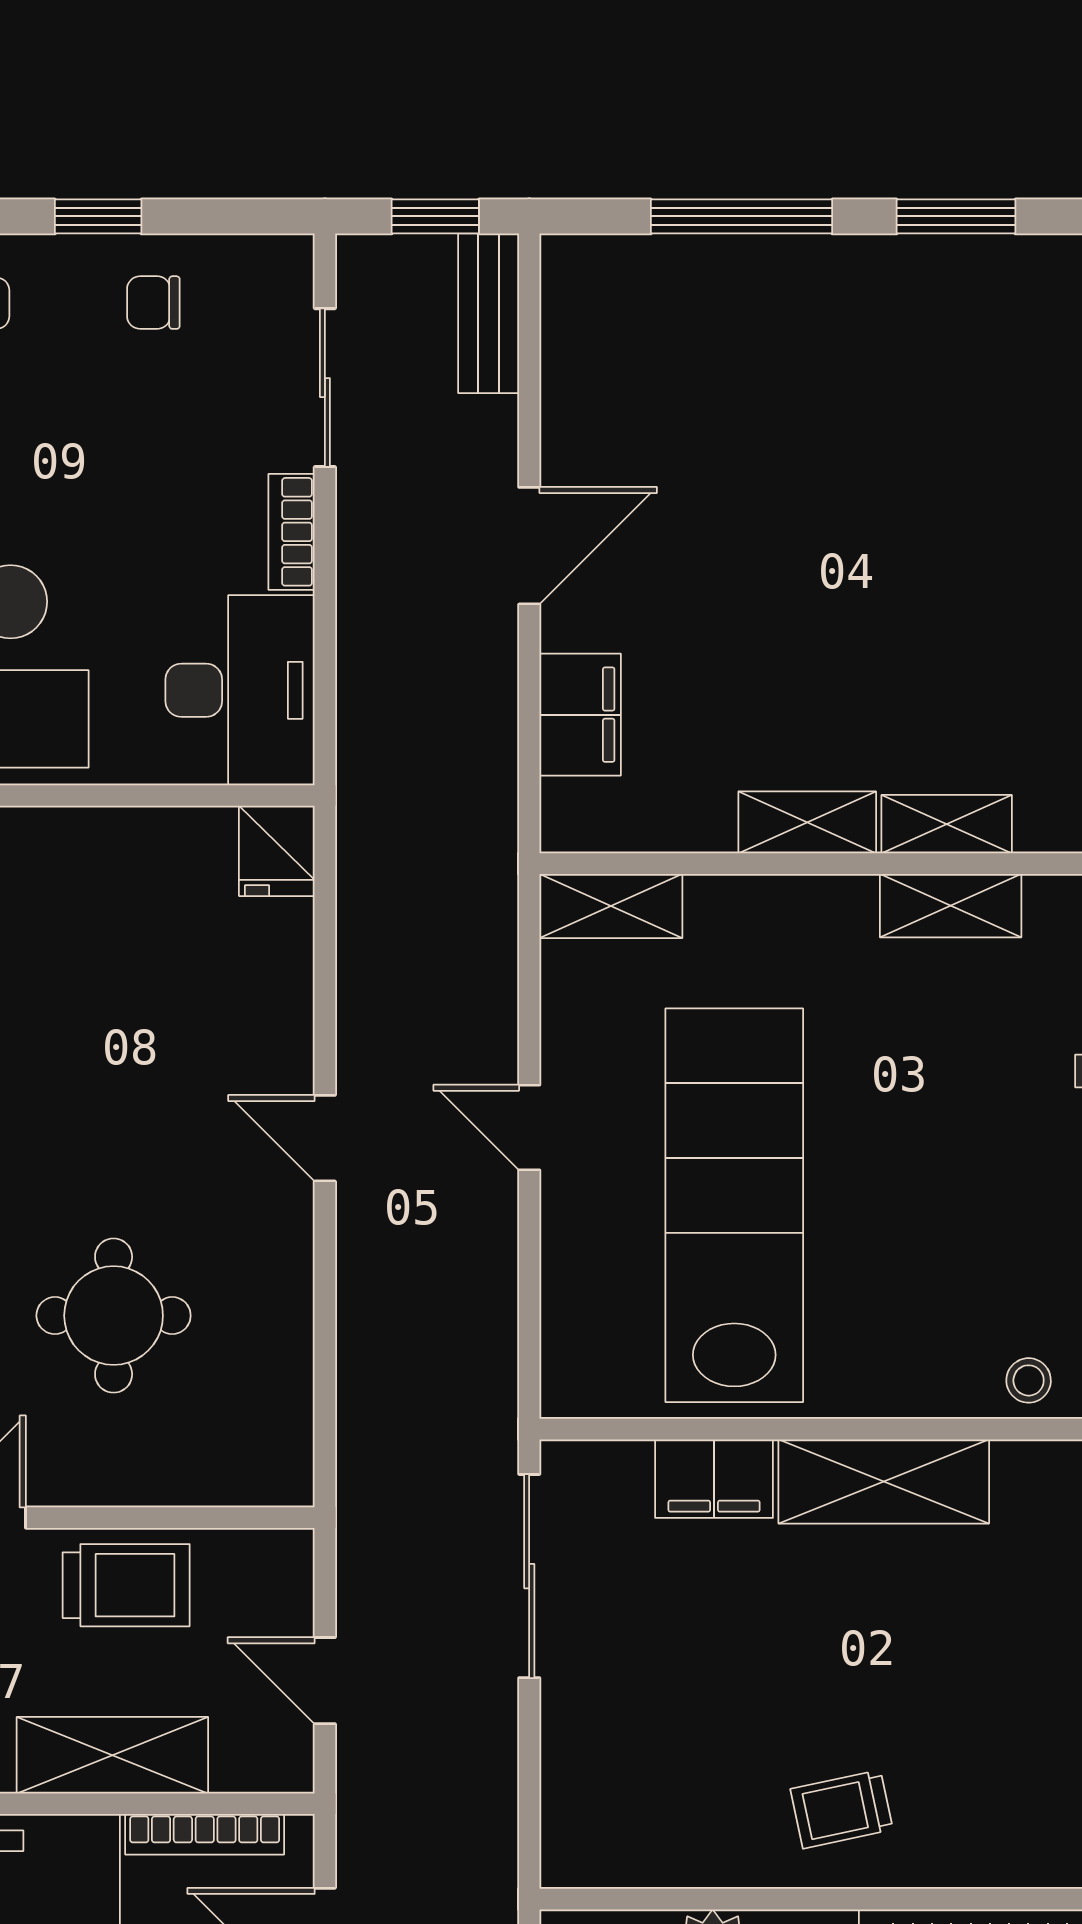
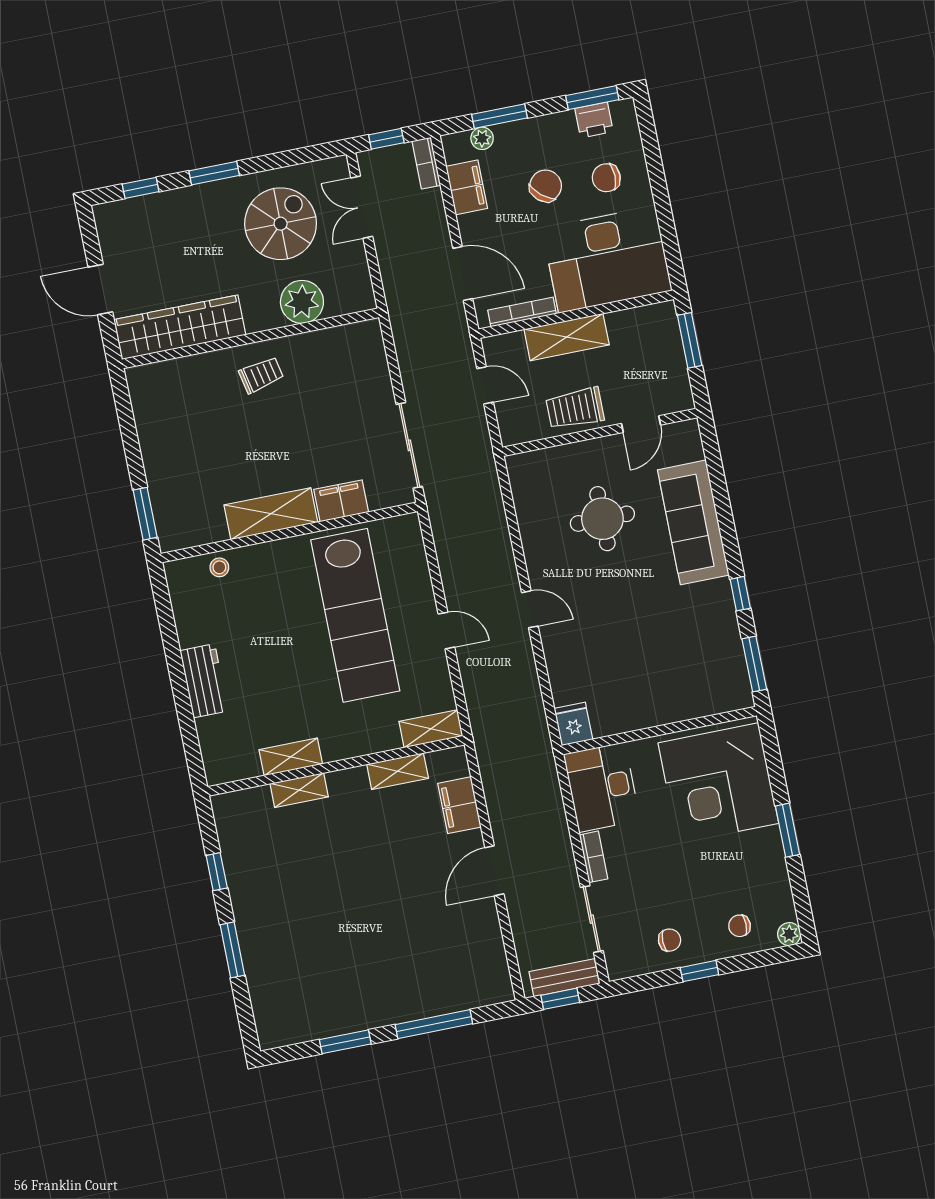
bench: (489, 313) -> (564, 978), moved, turned 90
shelving: (807, 822) -> (398, 771), moved

